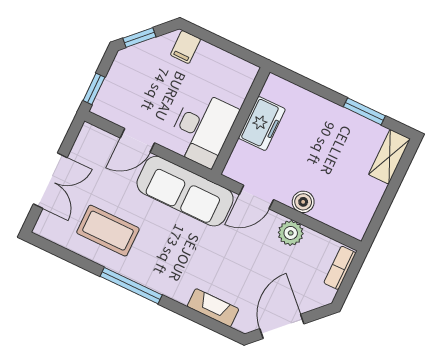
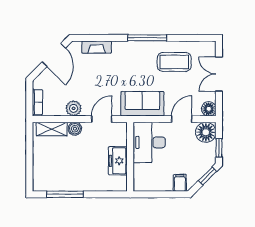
window: (94, 89) -> (219, 148), moved
floor lamp: (111, 104) -> (206, 132), added
window: (364, 111) -> (65, 194), width x1.44
floor lamp: (90, 136) -> (209, 109), added
shelving: (389, 157) -> (52, 129), moved, turned 90
sofa: (185, 191) -> (142, 104), width x0.73

